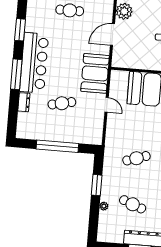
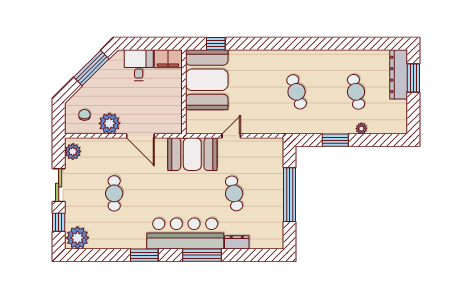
cafe table: (133, 204) -> (356, 92), turned -33

